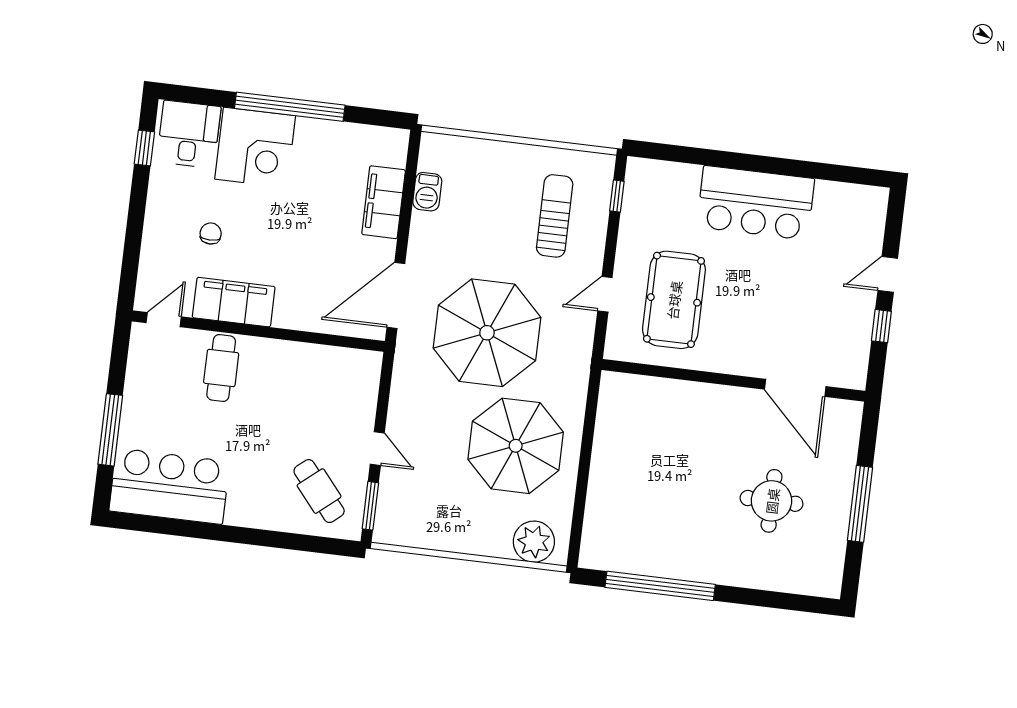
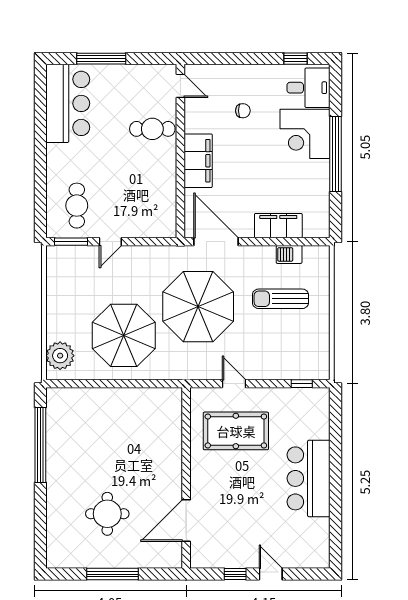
sun lounger: (555, 216) -> (280, 299), moved, turned 180
filing cabinet: (234, 302) -> (198, 161), moved
cafe table: (319, 491) -> (77, 206), turned -50

